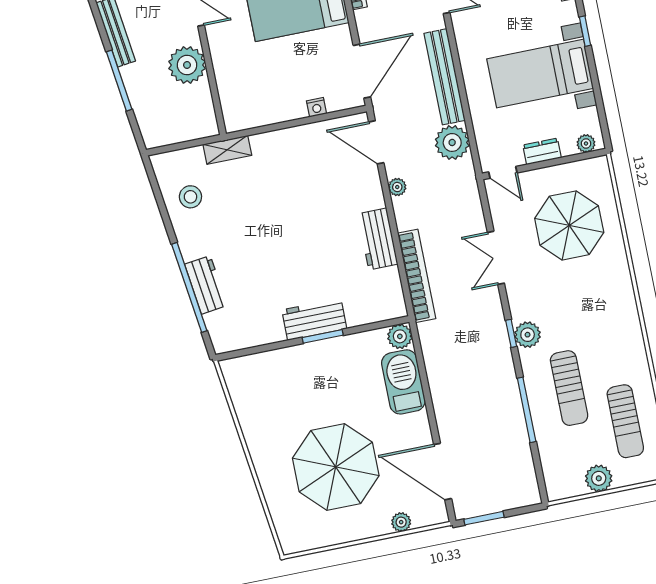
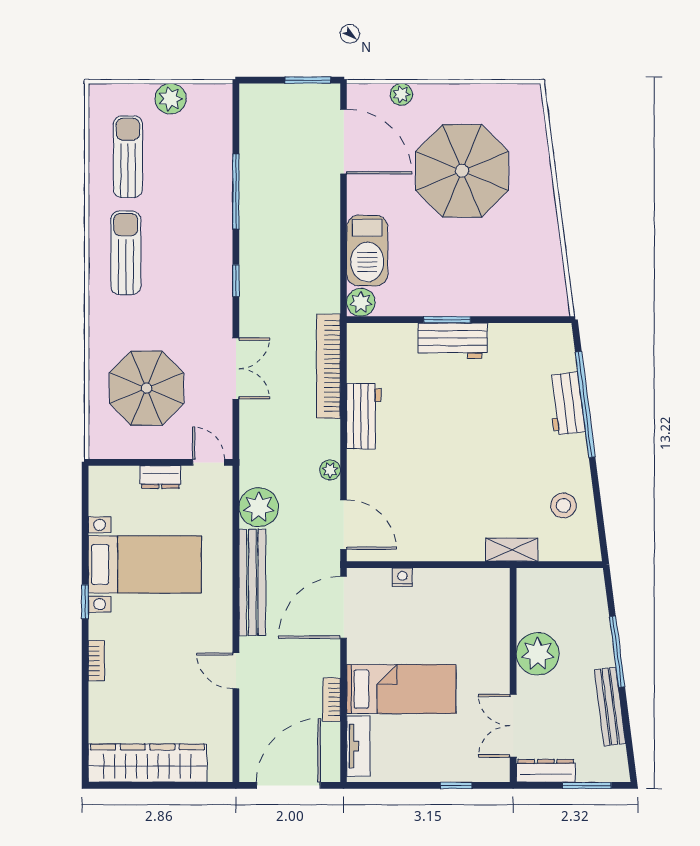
plant: (586, 144) -> (109, 476), removed
plant: (528, 335) -> (218, 275), removed
sun lounger: (569, 388) -> (126, 253), moved

